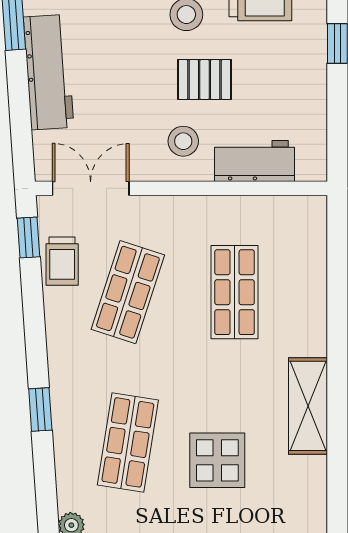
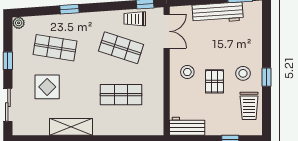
workbench: (255, 161) -> (187, 126), moved, turned -90

